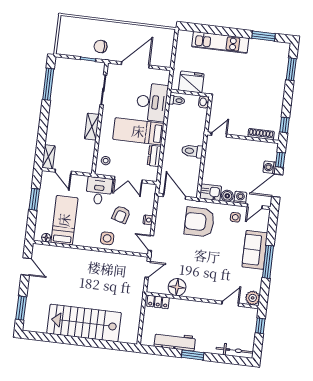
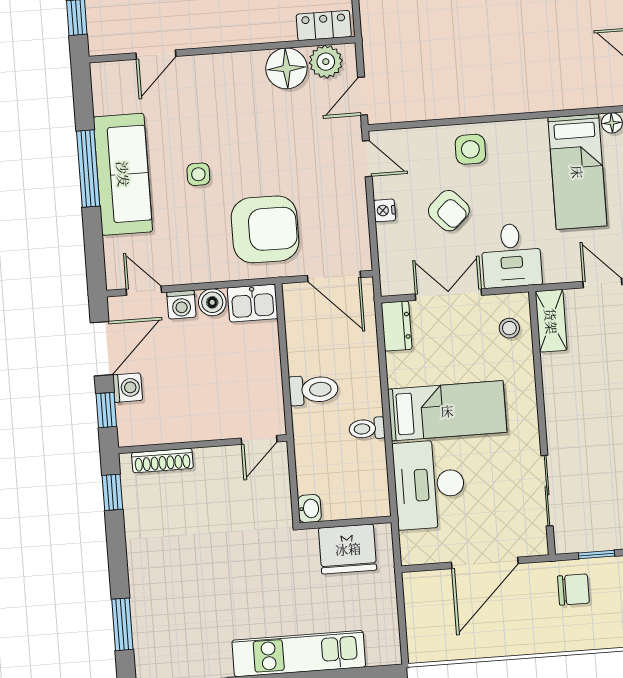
toilet: (177, 100) -> (367, 429), moved
shelving: (92, 127) -> (551, 321), moved
dresser: (154, 156) -> (397, 326), moved
door: (255, 206) -> (144, 291), hinge flipped
armchair: (121, 215) -> (449, 211), turned 121
side table: (235, 217) -> (198, 174), moved
sofa: (255, 250) -> (123, 174), width x1.36
plant: (253, 298) -> (326, 62), moved

